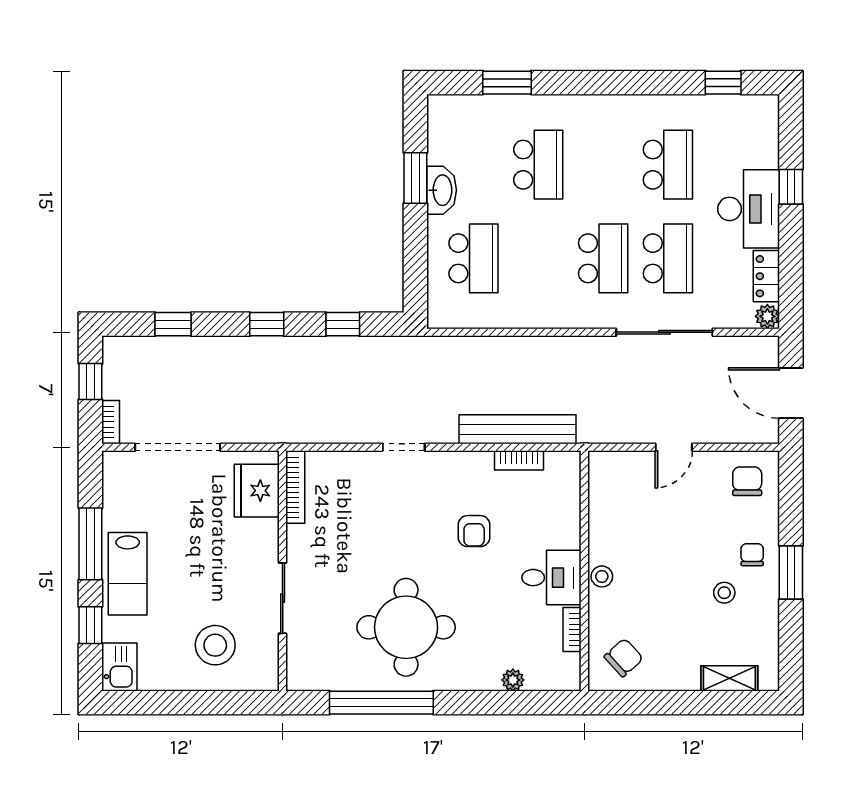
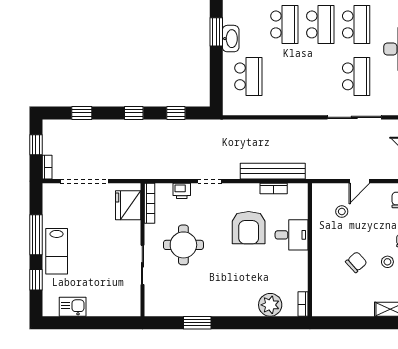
school desk: (603, 258) -> (320, 24), moved
printer: (353, 465) -> (182, 191), added
armchair: (474, 531) -> (249, 228), width x1.88, depth x1.88
stool: (602, 576) -> (342, 212), moved
desk: (551, 578) -> (292, 235), moved
round table: (406, 627) -> (183, 245), moved, width x0.73, depth x0.73
bookcase: (572, 629) -> (303, 304), moved
stool: (215, 645) -> (105, 291), removed
chair: (624, 658) -> (356, 262), moved
kitchen sink: (119, 667) -> (73, 307), moved, turned -90
plant: (513, 680) -> (270, 305), width x1.88, depth x1.88
window: (381, 703) -> (197, 323), width x0.47

